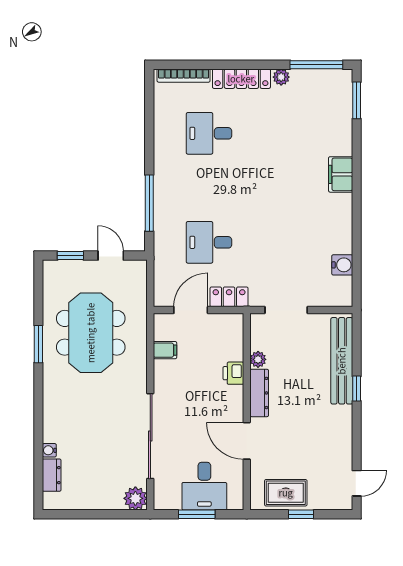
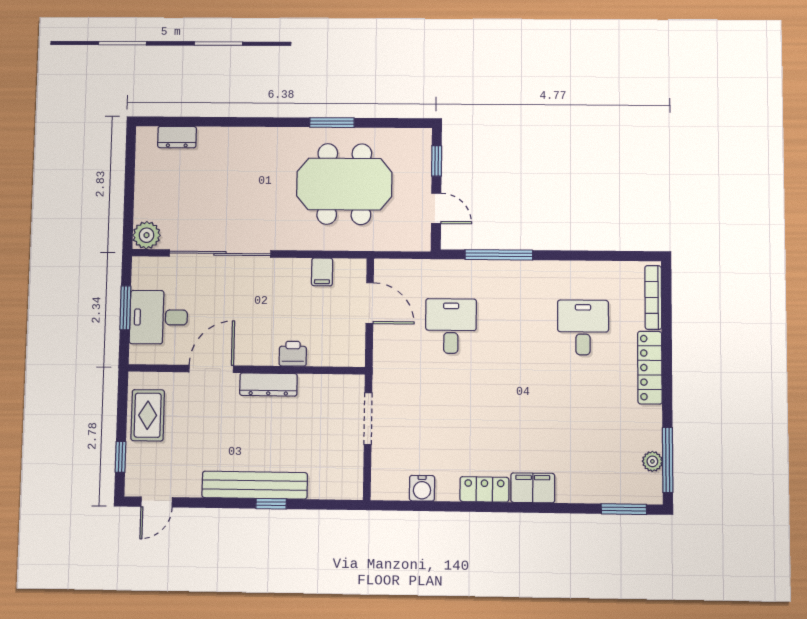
plant: (281, 77) -> (652, 461), moved
door: (111, 256) -> (436, 208), hinge flipped
locker: (229, 297) -> (484, 489), moved, turned -90
plant: (258, 359) -> (309, 384), removed
bench: (342, 361) -> (255, 485), moved
water cooler: (49, 450) -> (206, 135), removed
door: (357, 483) -> (157, 502), hinge flipped
window: (301, 514) -> (120, 457), moved

